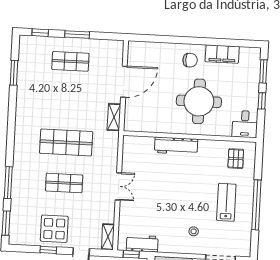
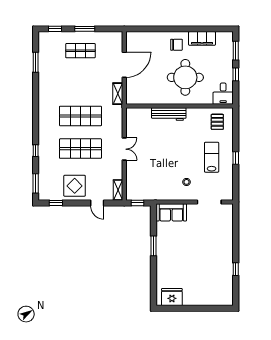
window: (8, 183) -> (36, 151), width x0.46
shop shelf: (64, 183) -> (80, 149), width x1.43, depth x1.36
window: (256, 205) -> (236, 158), width x0.32
workbench: (142, 244) -> (146, 194), removed
window: (48, 250) -> (56, 203), moved

